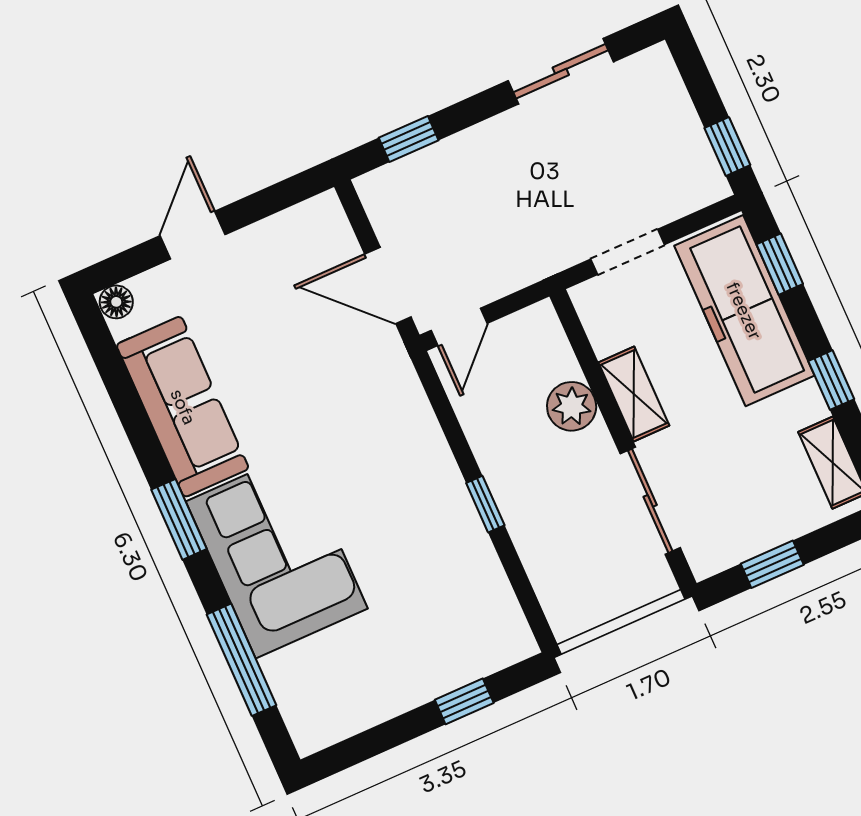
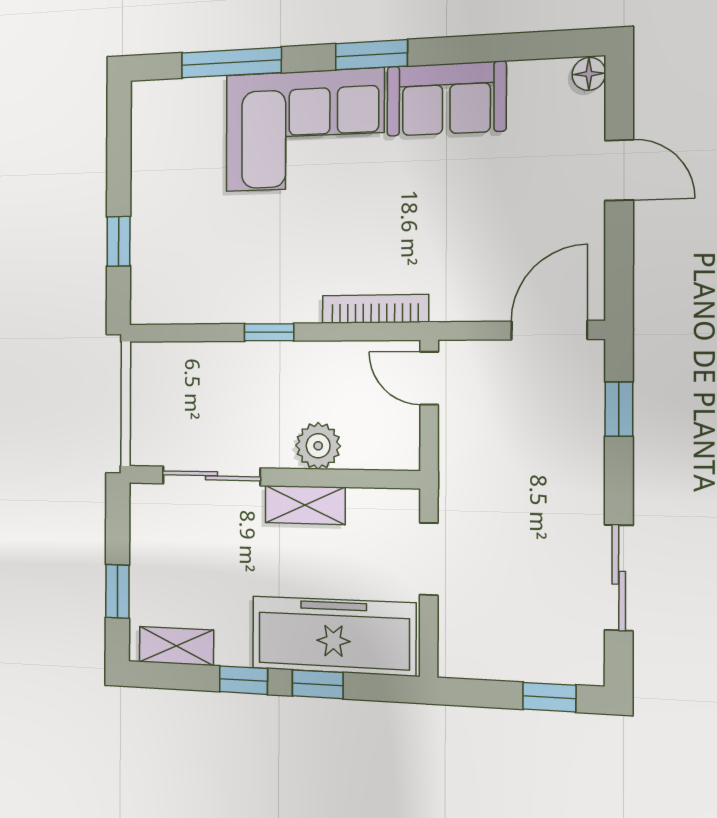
window: (727, 147) -> (549, 697), moved
window: (780, 264) -> (318, 684), moved
door: (388, 285) -> (549, 330), moved
sofa: (183, 407) -> (446, 99), width x0.73
bookcase: (417, 408) -> (375, 309), added
window: (772, 564) -> (117, 591), moved

